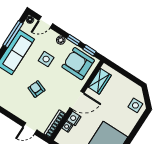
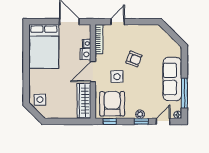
window: (73, 40) -> (141, 121), moved
side table: (46, 59) -> (117, 77), moved
armchair: (78, 64) -> (112, 104), turned -90
wardrobe: (100, 81) -> (84, 101), width x1.50

